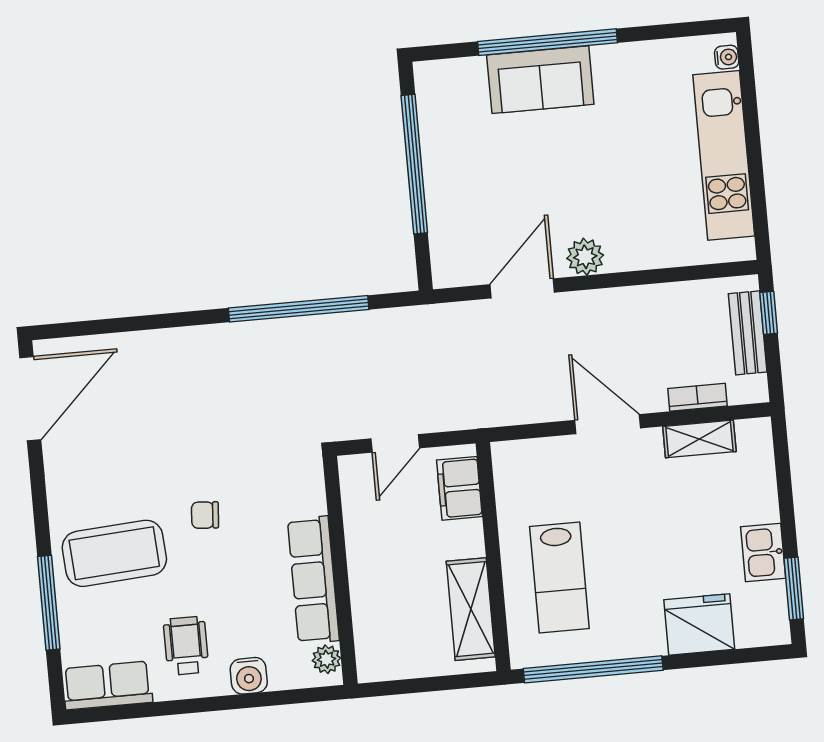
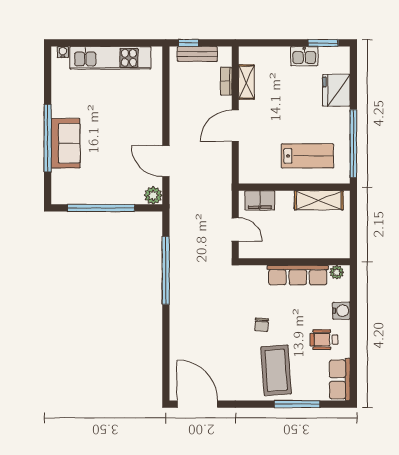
plant: (585, 257) -> (153, 195), moved

